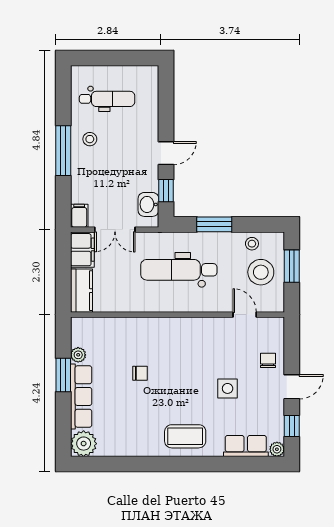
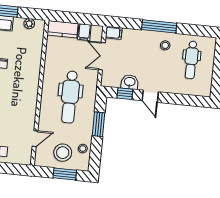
washbasin: (148, 204) -> (130, 82), moved
filing cabinet: (82, 250) -> (84, 32), width x0.50
dental chair: (179, 270) -> (70, 97), turned 180
plant: (78, 355) -> (29, 24), moved

